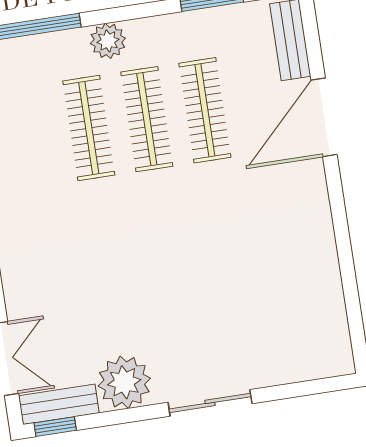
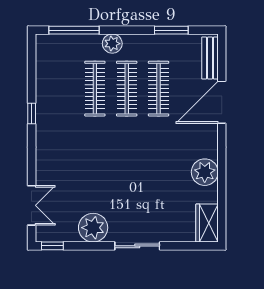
plant: (312, 250) -> (205, 172), added
wardrobe: (331, 342) -> (207, 223), added
bench: (59, 404) -> (56, 234), removed

